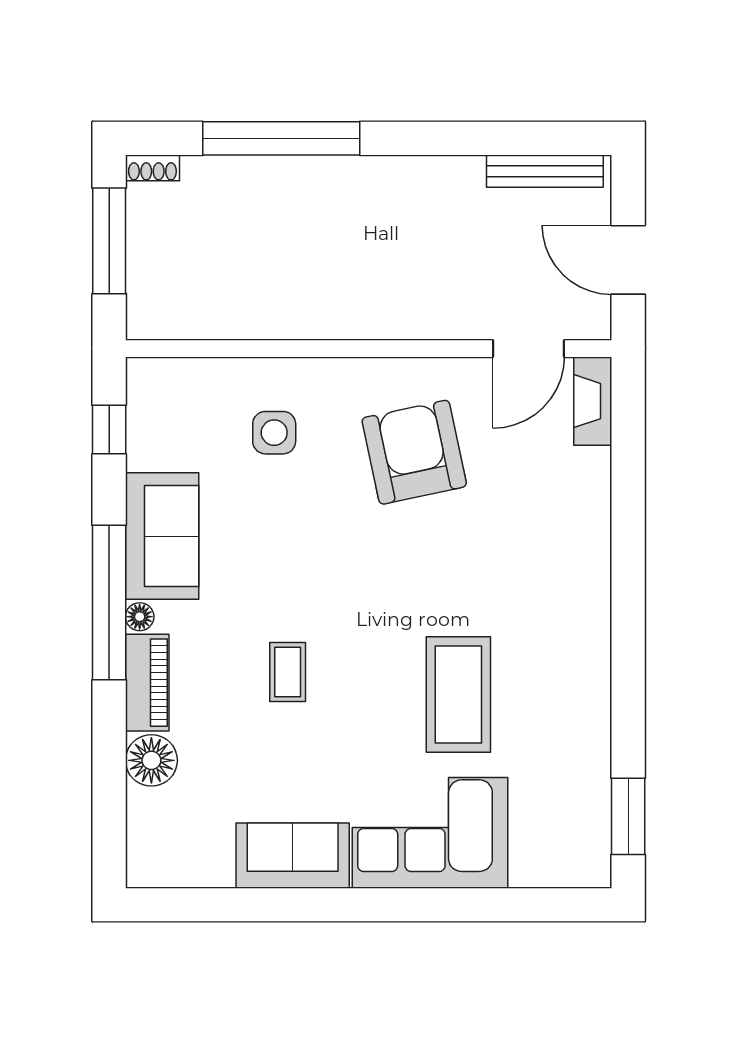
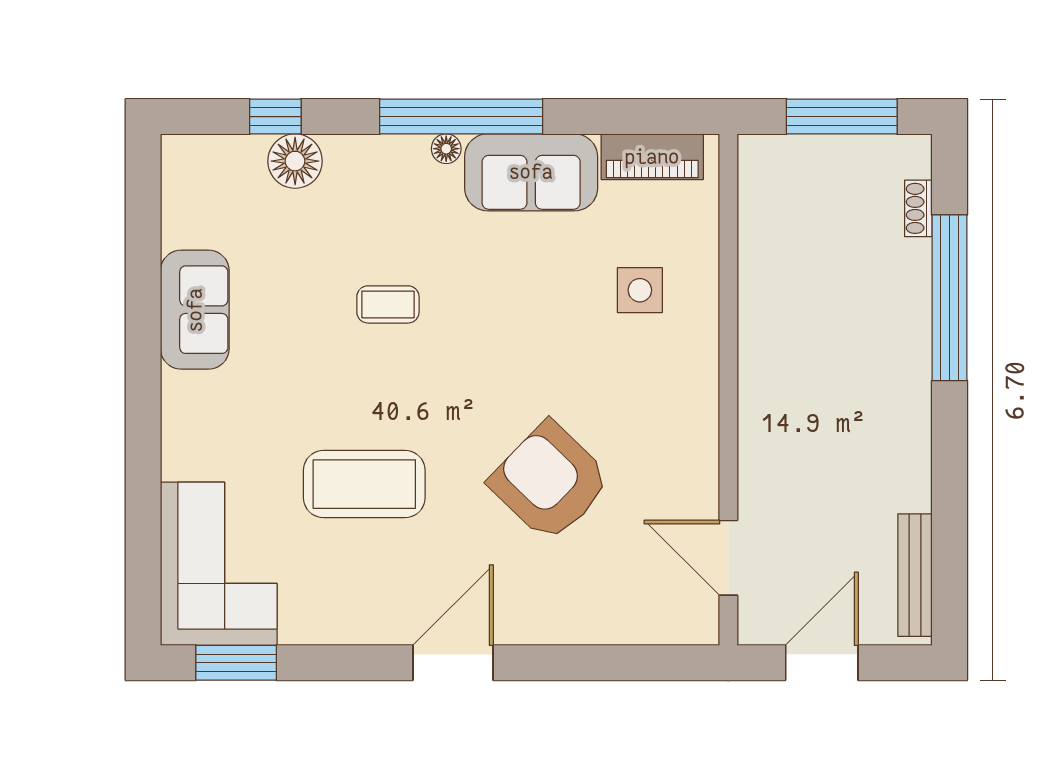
shoe rack: (152, 168) -> (918, 208), moved
fireplace: (593, 401) -> (673, 626), removed
window: (109, 430) -> (275, 117), moved
armchair: (414, 452) -> (550, 481), moved, turned -124
door: (628, 610) -> (453, 663), added
piano: (147, 683) -> (652, 157), moved
corner sofa: (430, 833) -> (219, 564), moved

